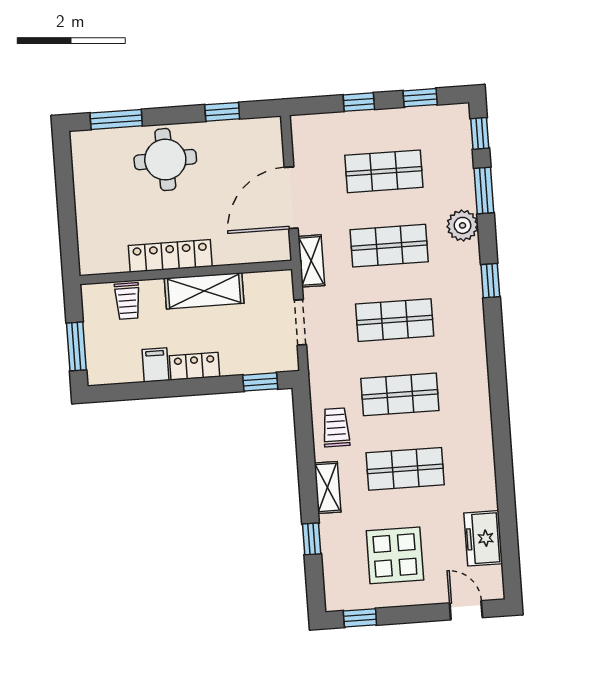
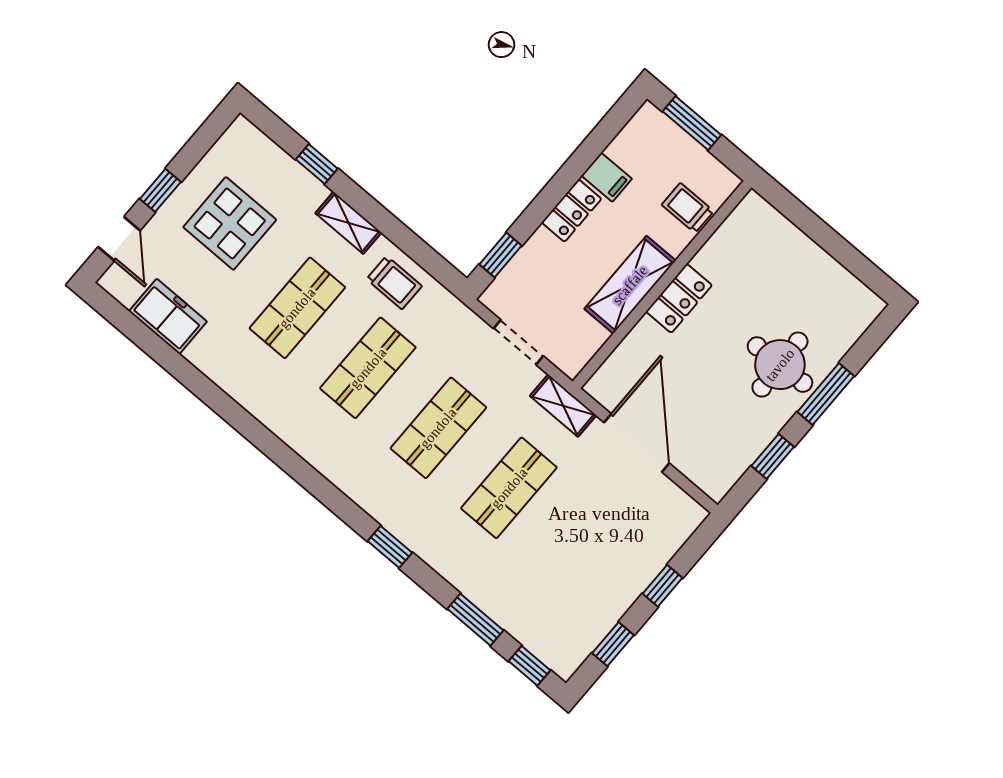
window: (116, 119) -> (826, 394), moved
shop shelf: (384, 171) -> (579, 548), removed
plant: (463, 225) -> (463, 570), removed
locker: (170, 256) -> (679, 298), width x0.66
door: (466, 610) -> (119, 239), hinge flipped
window: (360, 618) -> (160, 190), moved

